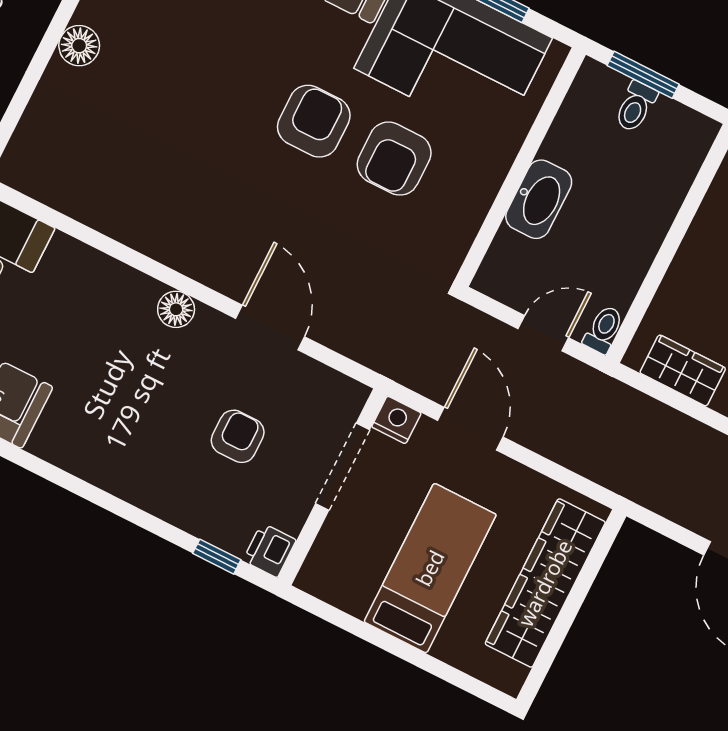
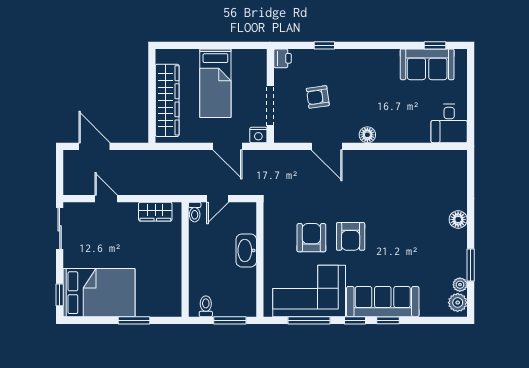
toilet: (636, 107) -> (206, 306), moved
armchair: (238, 436) -> (318, 97), turned 82
window: (217, 557) -> (324, 45), moved

